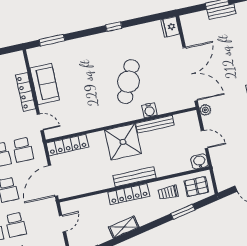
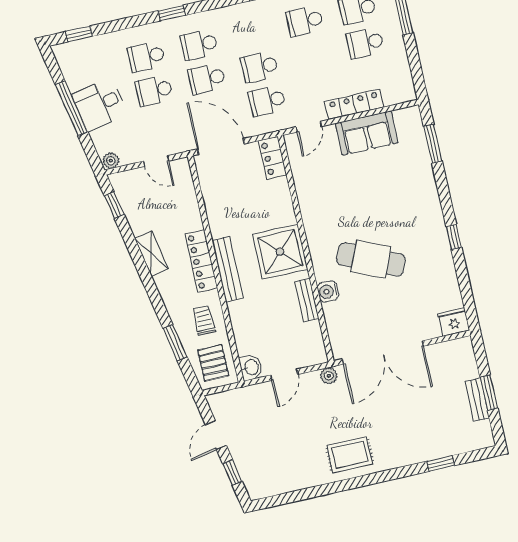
bench: (155, 124) -> (307, 300), width x0.73
locker: (67, 145) -> (272, 158), width x0.66

